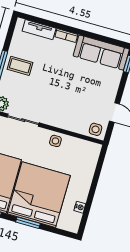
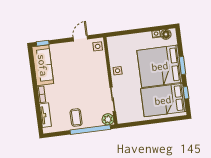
floor lamp: (75, 219) -> (166, 34), added

